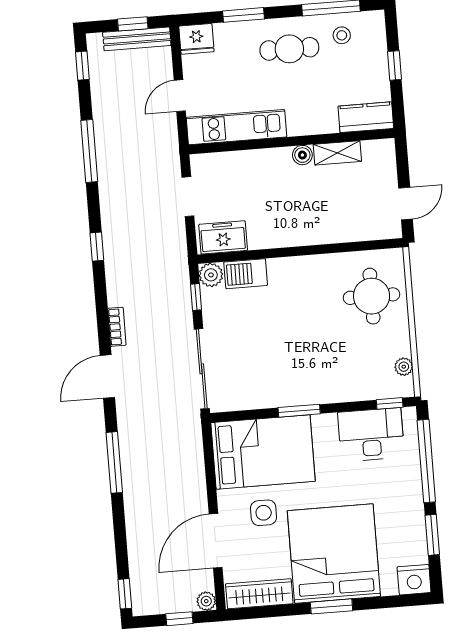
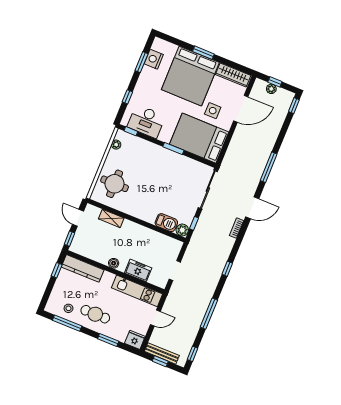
window: (394, 65) -> (57, 270), moved
kitchen counter: (366, 117) -> (83, 268), width x1.50
shelving: (337, 153) -> (111, 218), moved
window: (402, 159) -> (70, 239), added
door: (406, 204) -> (78, 218), hinge flipped
freezer: (223, 237) -> (138, 270), moved, turned 180
window: (426, 461) -> (127, 97), width x0.32
nightstand: (414, 580) -> (154, 59), moved, turned -90
plant: (206, 601) -> (271, 89), moved

